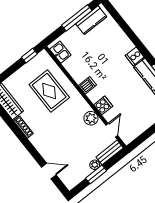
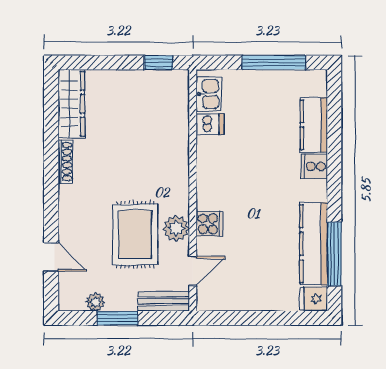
kitchen counter: (91, 20) -> (314, 125), moved, turned 90
cooker: (135, 56) -> (314, 166), moved
dishwasher: (87, 85) -> (210, 124), moved
rug: (49, 91) -> (135, 234), moved
plant: (95, 165) -> (95, 302), moved

